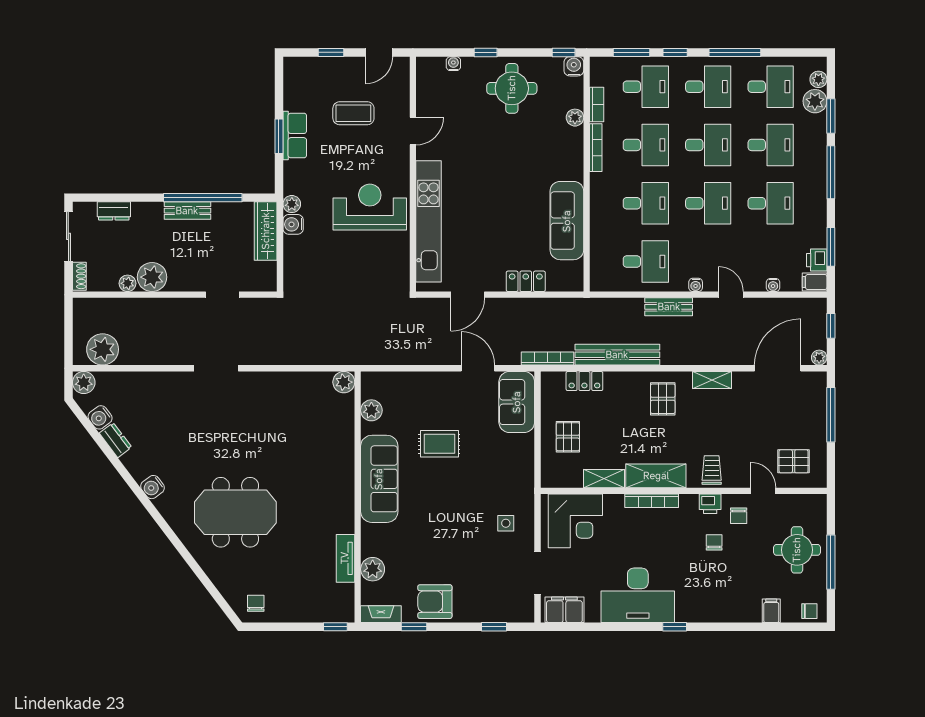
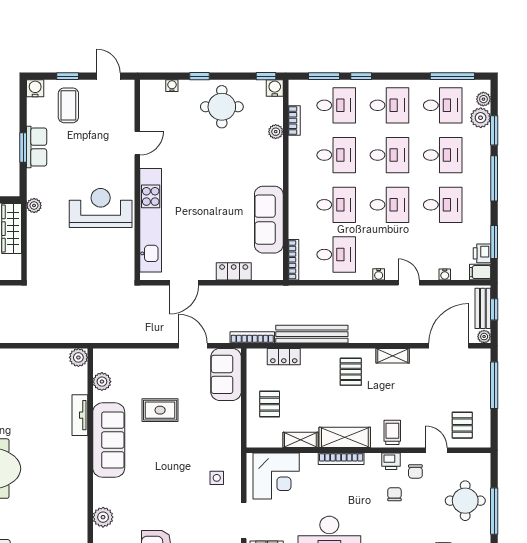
door: (379, 52) -> (108, 76), swing flipped
window: (735, 52) -> (452, 76), moved
coffee table: (353, 113) -> (68, 105), moved, turned 90
bookcase: (596, 148) -> (293, 260), moved
water cooler: (293, 224) -> (35, 88), moved, turned 90
bench: (669, 307) -> (483, 308), moved, turned 90
pallet: (794, 461) -> (462, 425), turned 90
tv unit: (345, 558) -> (80, 415), moved

